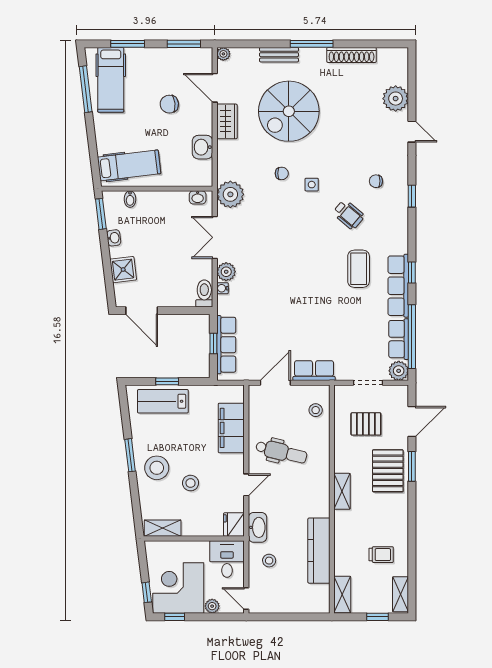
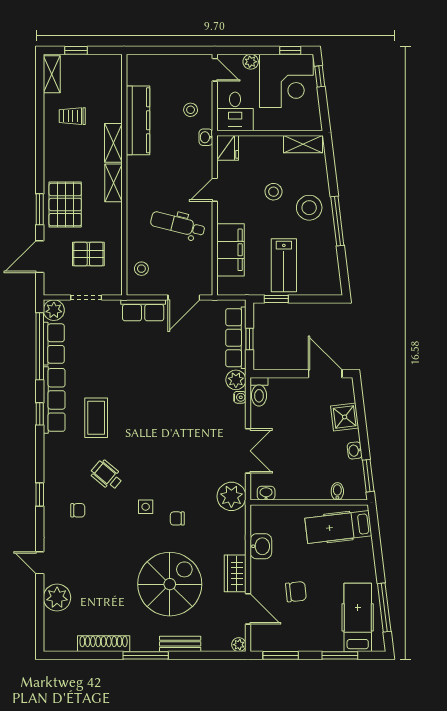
plant: (226, 272) -> (236, 380), moved
window: (167, 381) -> (276, 299), moved
lab bench: (163, 401) -> (284, 265), moved, turned 90
window: (130, 455) -> (337, 221), width x1.44
washbasin: (257, 527) -> (206, 137), width x0.52, depth x0.69
shelving: (342, 594) -> (113, 143), moved

